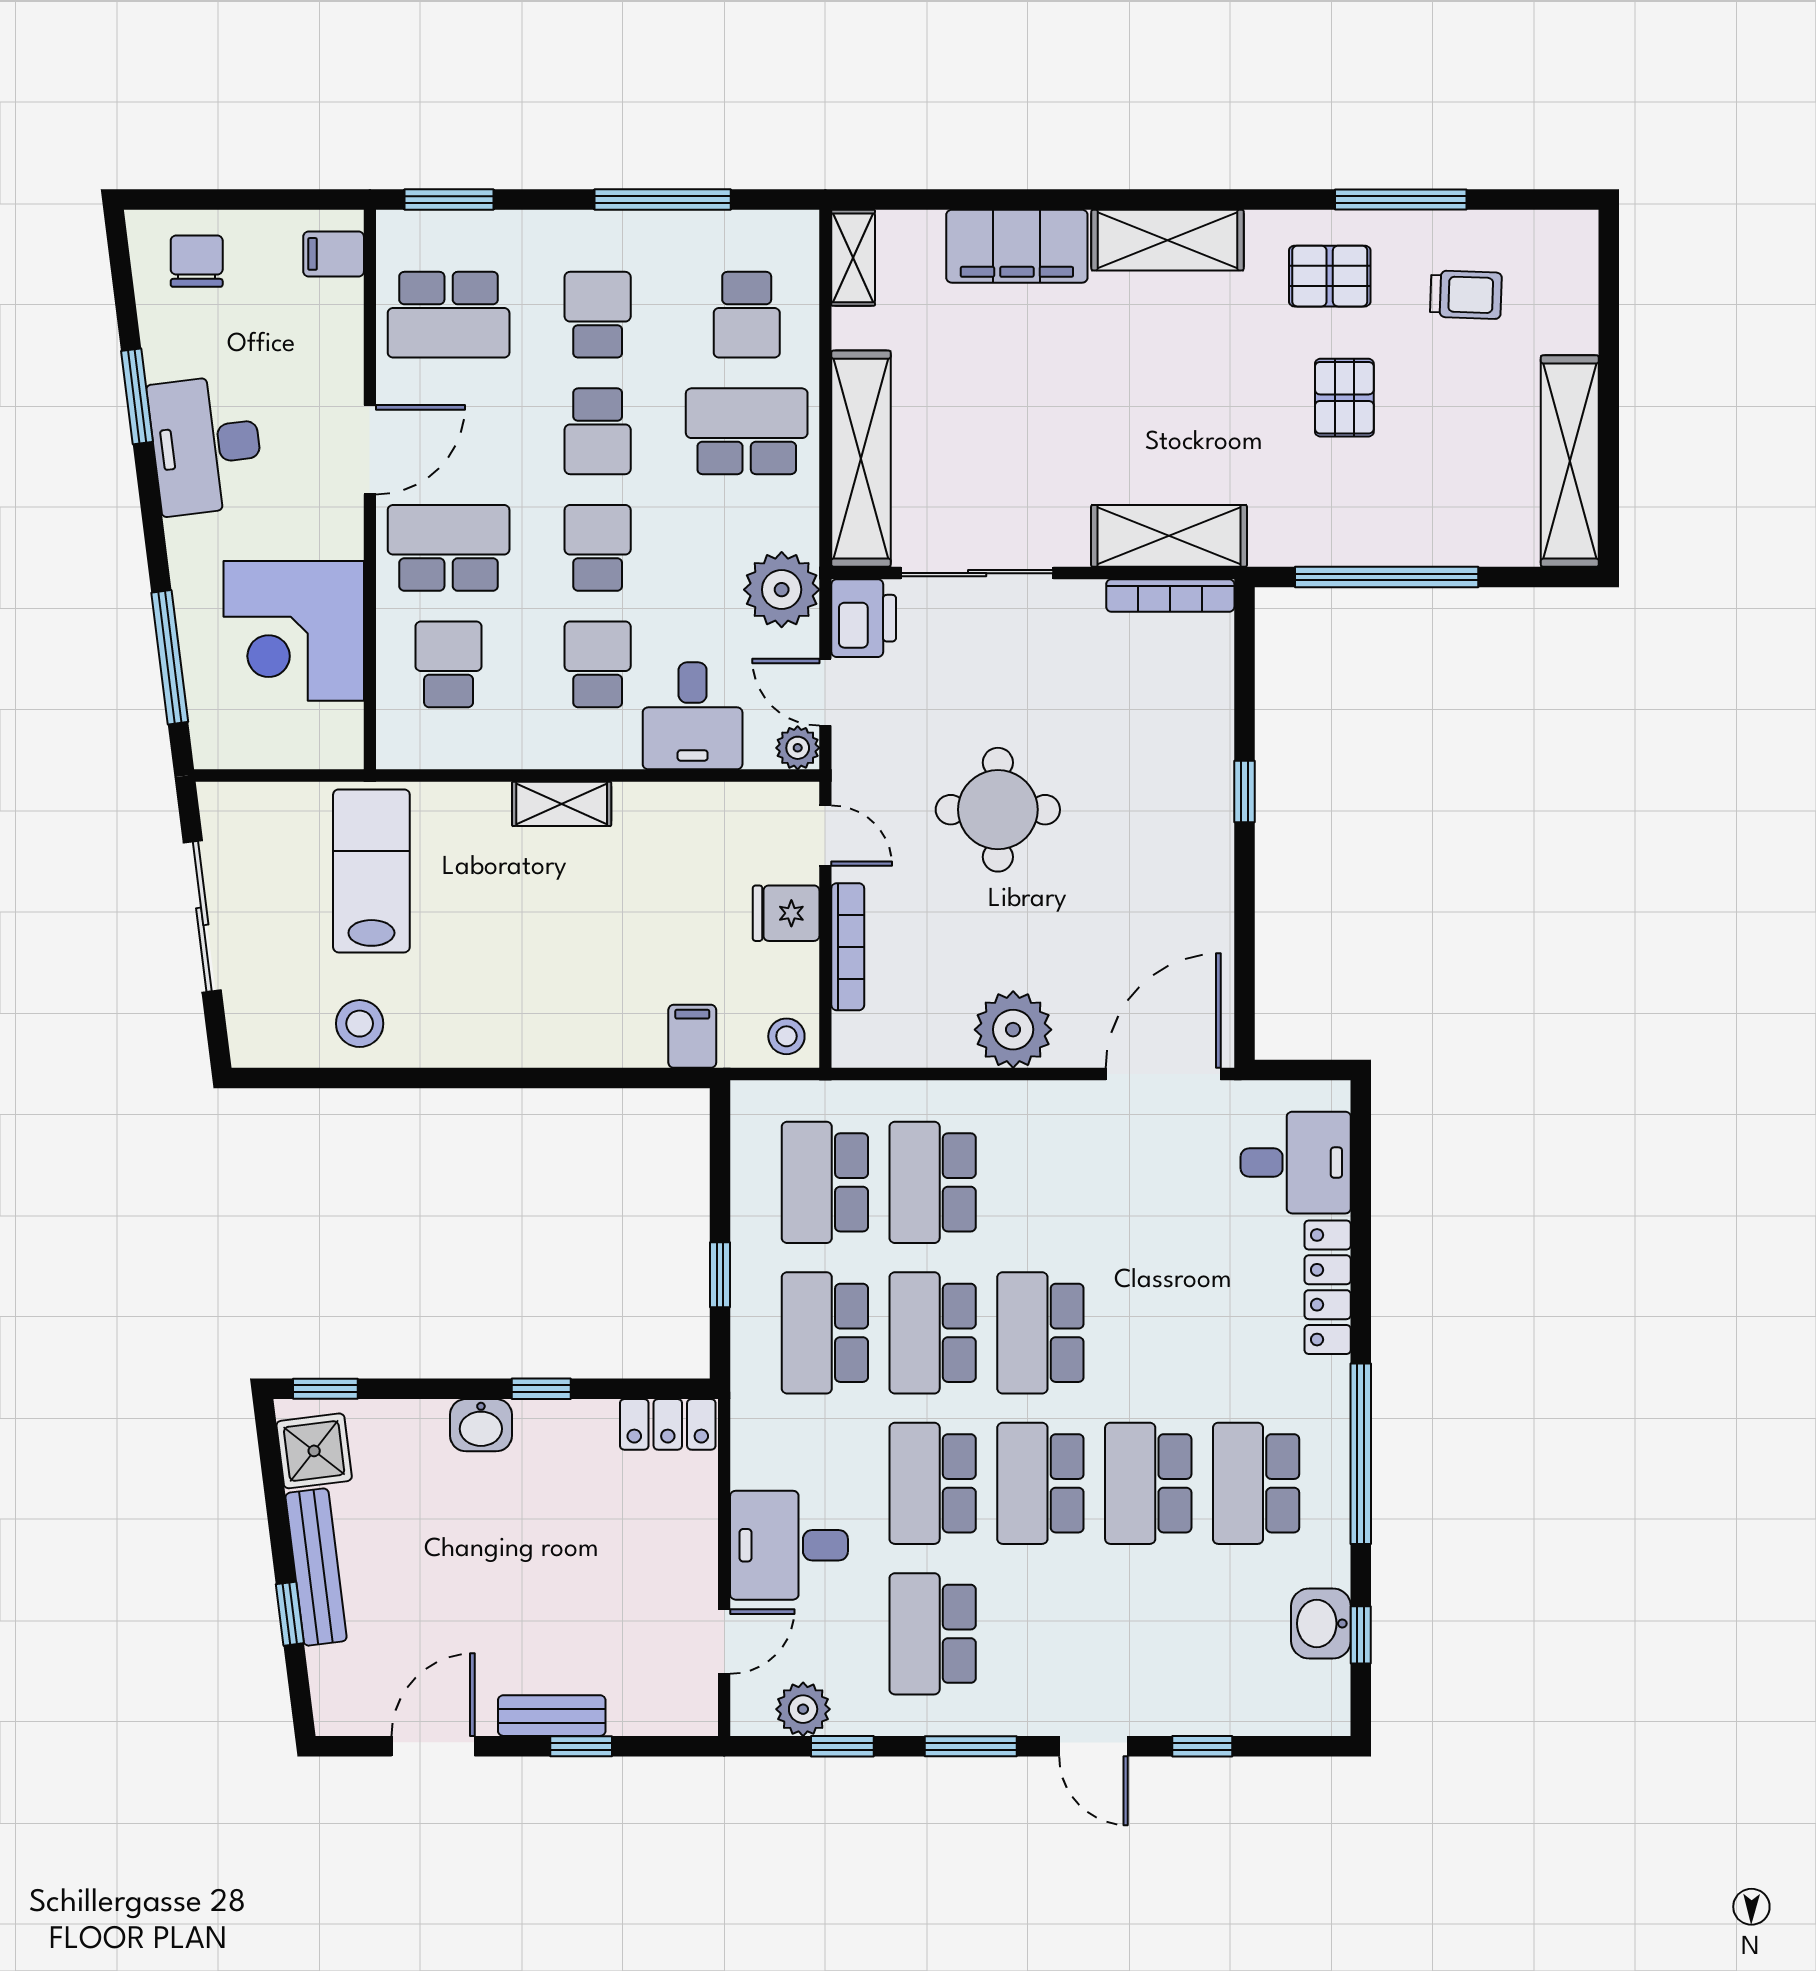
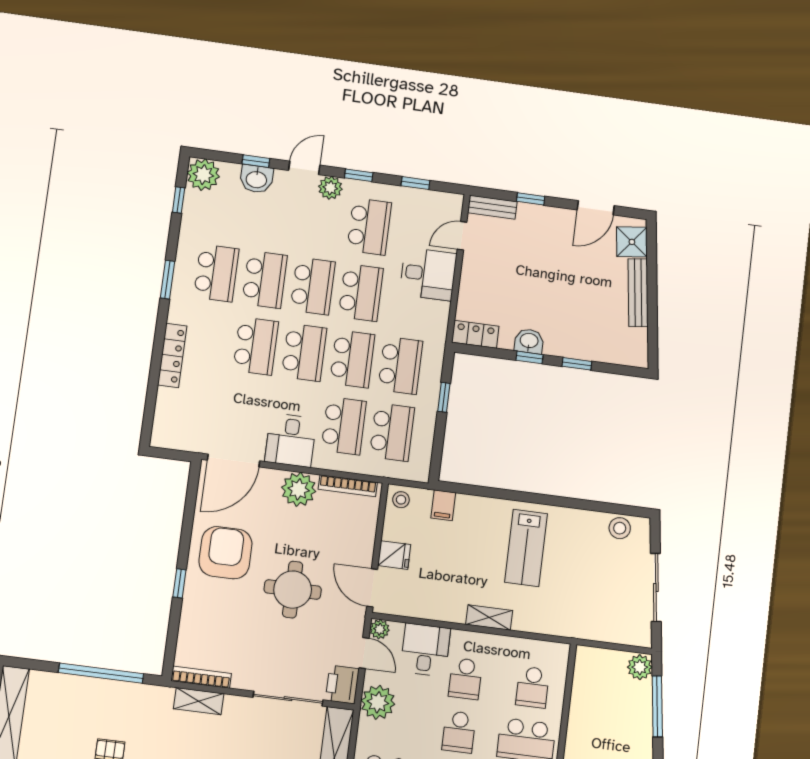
shelving: (1169, 536) -> (199, 701), width x0.67, depth x0.75
corner desk: (294, 631) -> (600, 711), removed
plant: (218, 738) -> (640, 667), added
door: (825, 836) -> (372, 588), width x1.38
lab bench: (371, 871) -> (526, 548), moved
armchair: (1154, 871) -> (225, 553), added
bookcase: (848, 947) -> (348, 486), moved, turned -90
stool: (360, 1024) -> (620, 528), moved
desk: (1296, 1163) -> (291, 440), moved, turned -90
school desk: (1148, 1333) -> (256, 346), added
window: (325, 1389) -> (577, 364), moved
washbasin: (481, 1425) -> (529, 341), moved
shower: (314, 1451) -> (632, 242), moved
window: (1361, 1454) -> (168, 280), width x0.47
window: (290, 1614) -> (652, 274), removed
washbasin: (1321, 1624) -> (256, 179), moved, turned 90
plant: (1314, 1699) -> (203, 175), added
plant: (803, 1709) -> (330, 188), moved
bench: (552, 1716) -> (492, 207), moved
window: (971, 1746) -> (359, 175), width x0.67
door: (1093, 1746) -> (304, 168), hinge flipped

